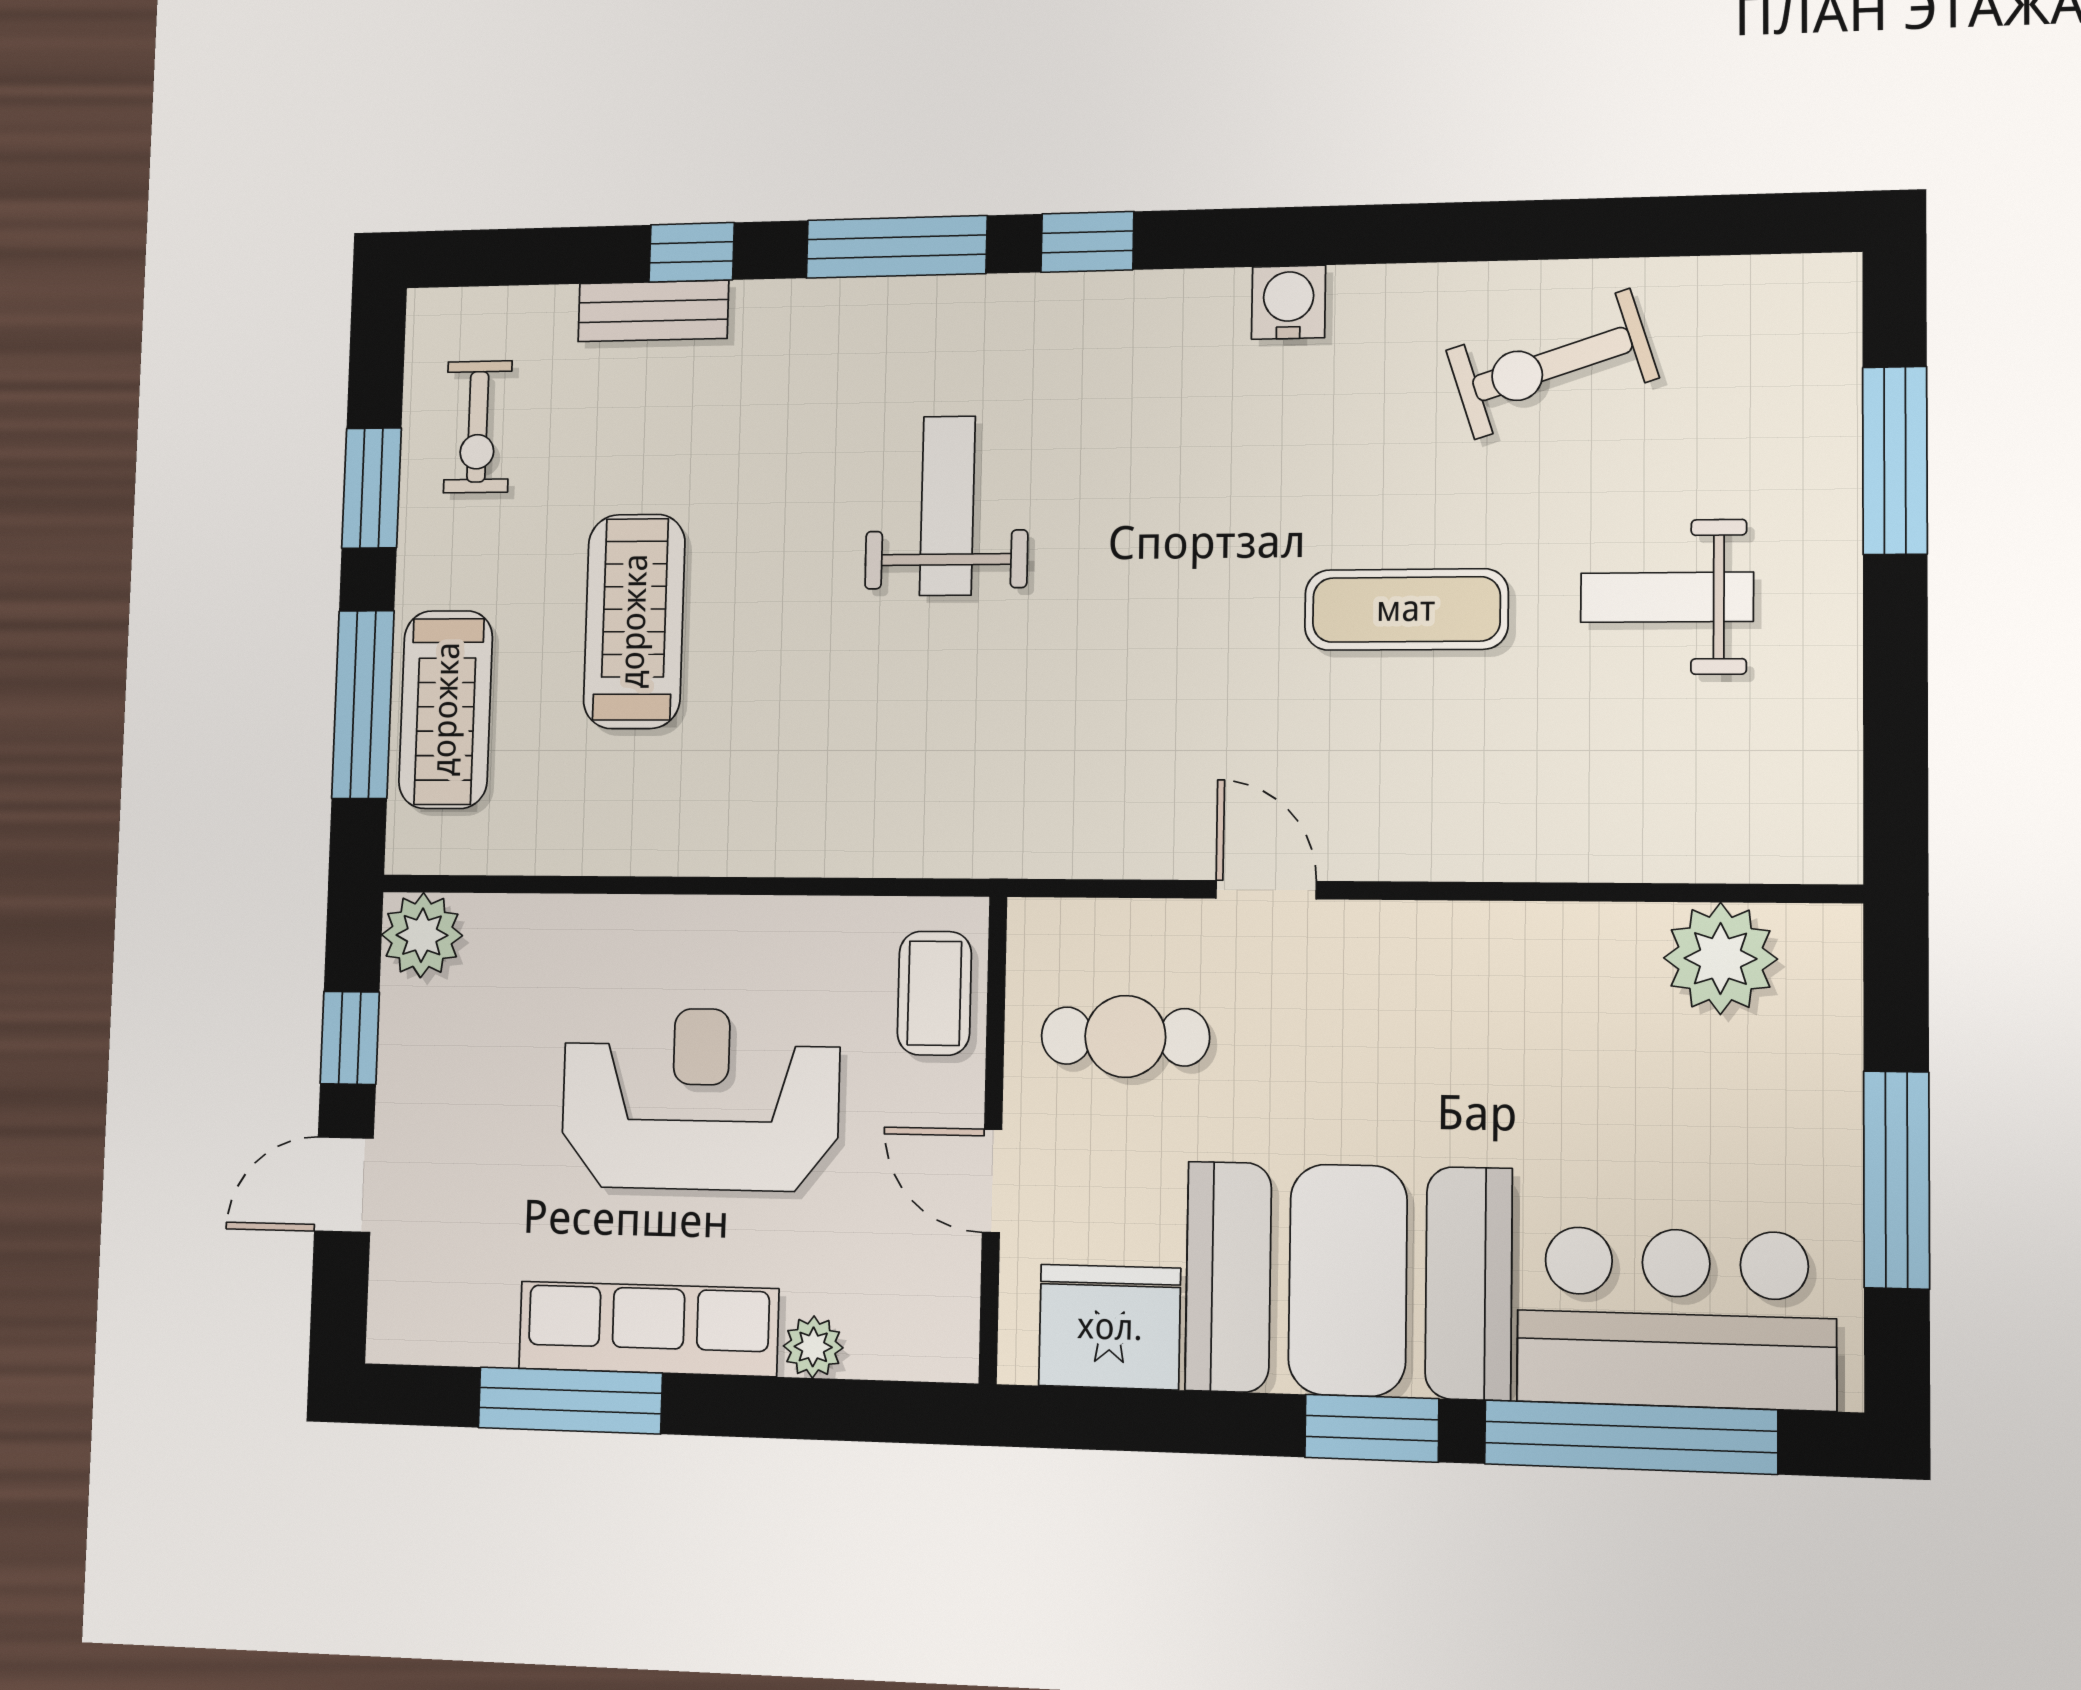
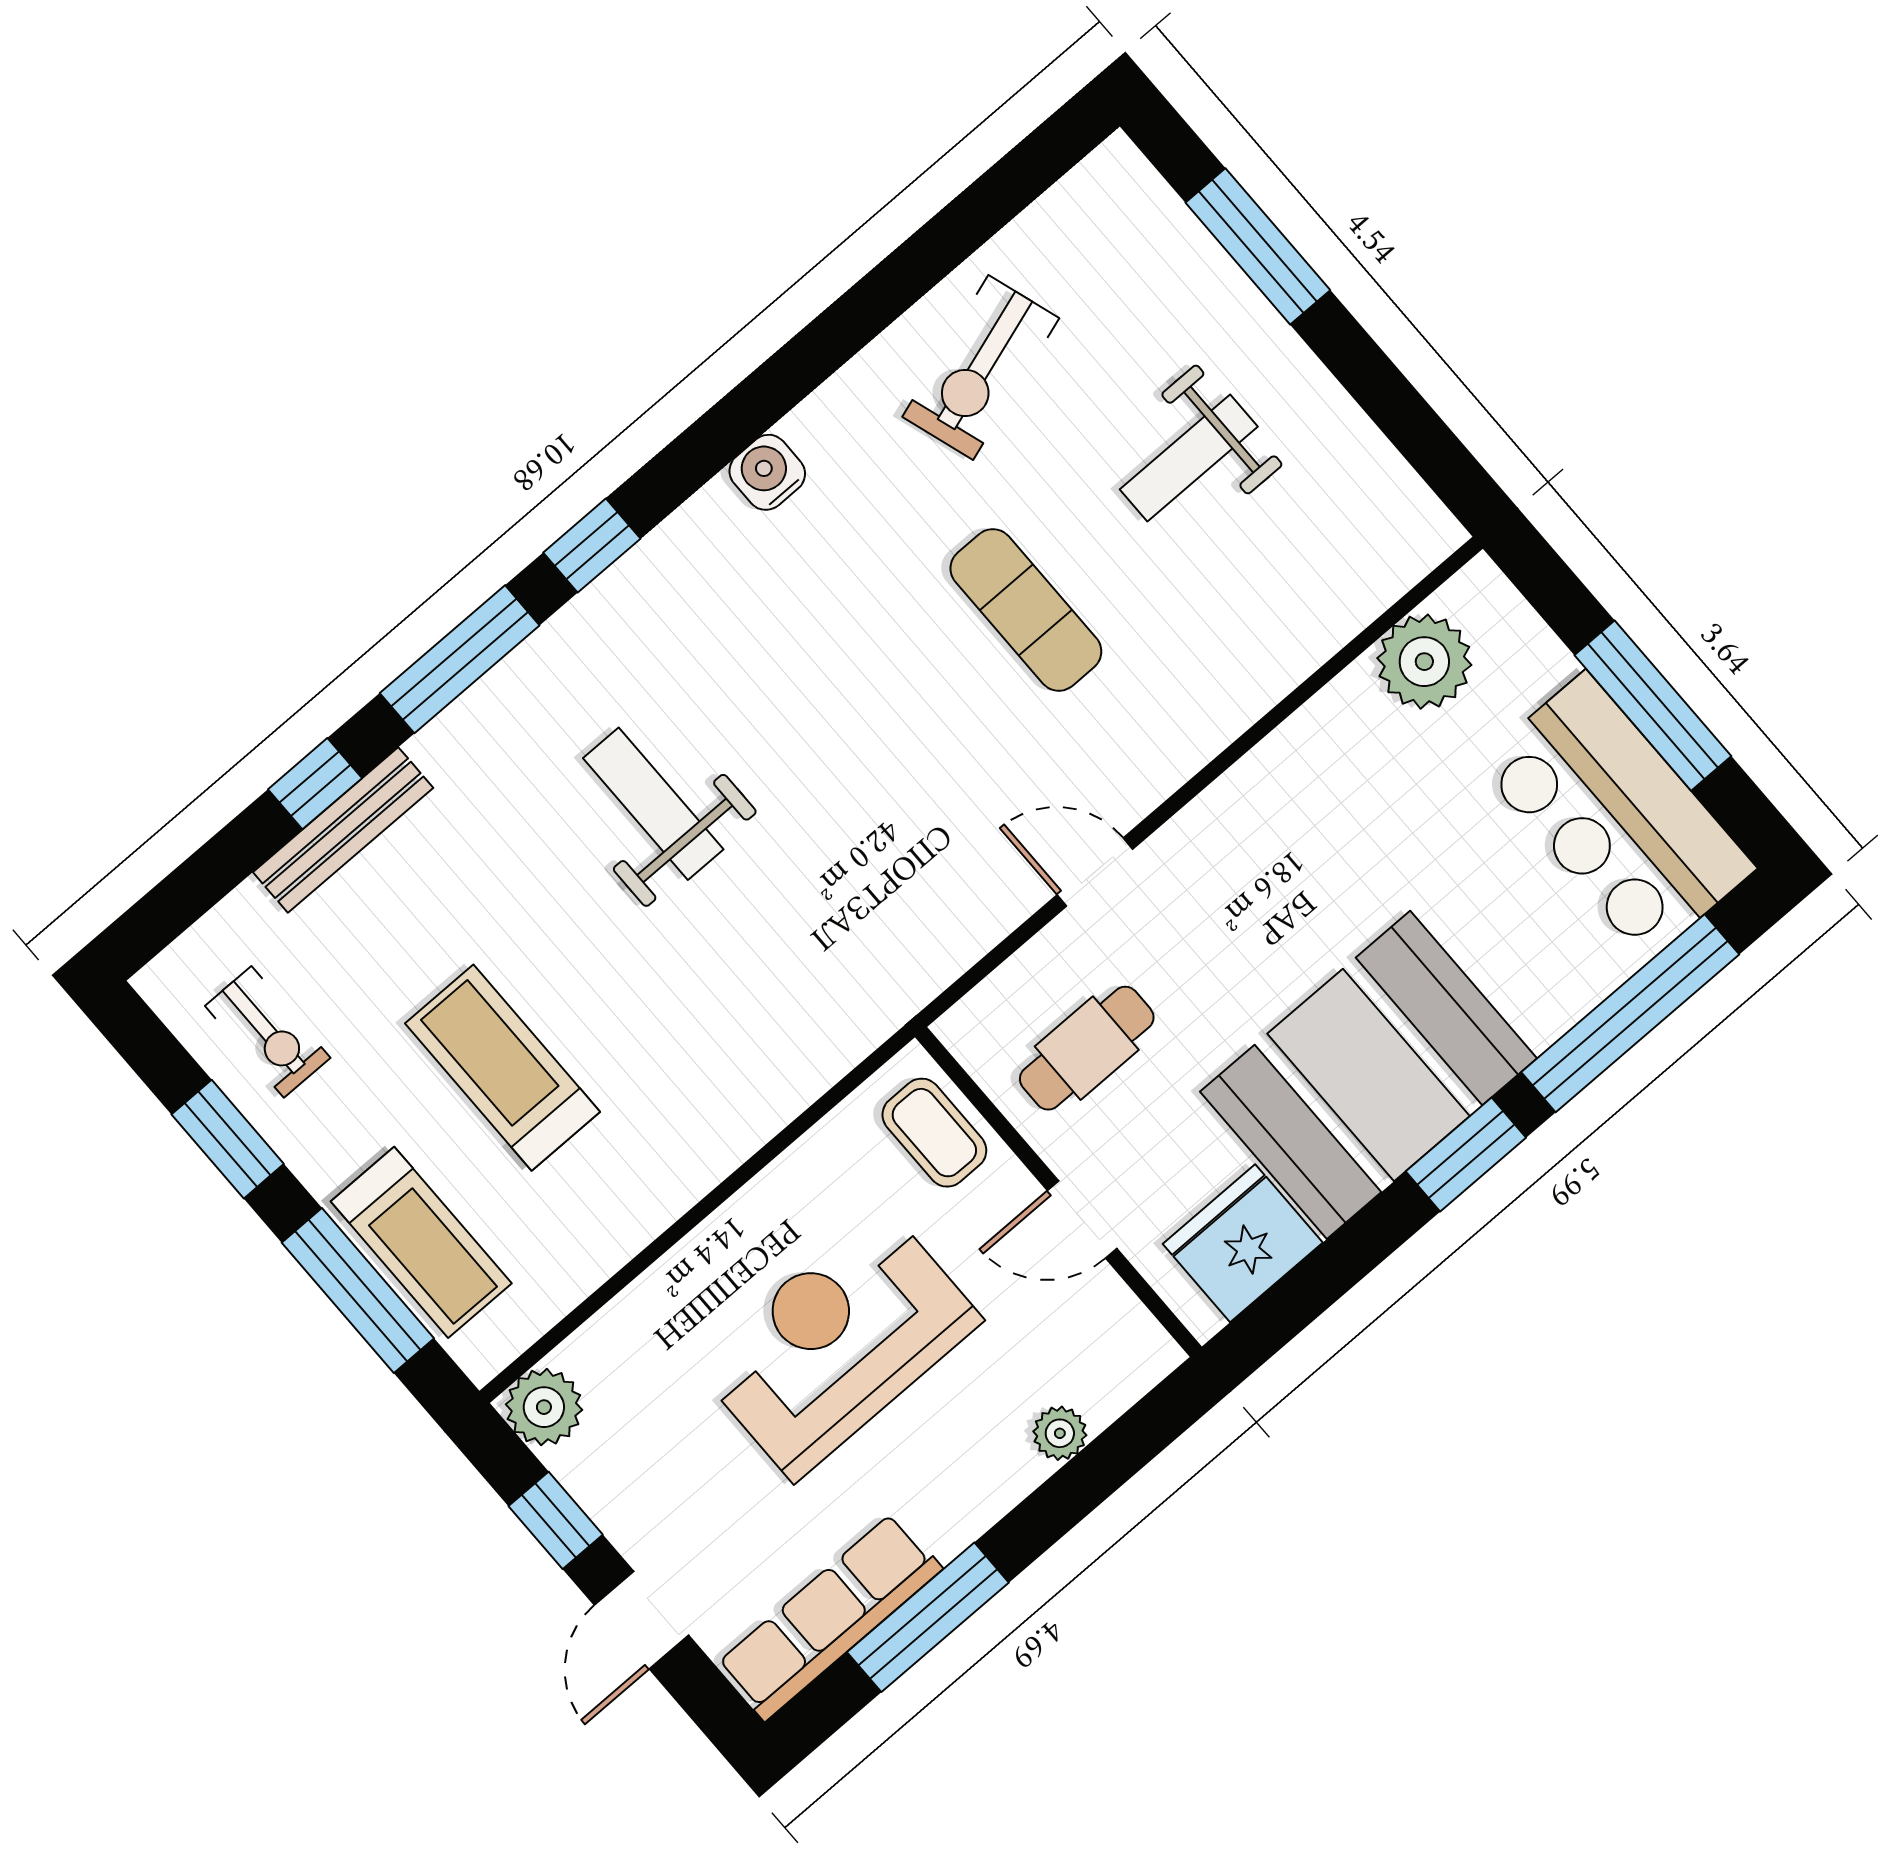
bench: (653, 311) -> (343, 830), width x1.36
exercise mat: (1406, 609) -> (1026, 610), turned 90
bar counter: (1676, 1318) -> (1616, 816), moved, turned -90
row of seats: (648, 1329) -> (829, 1617), moved

